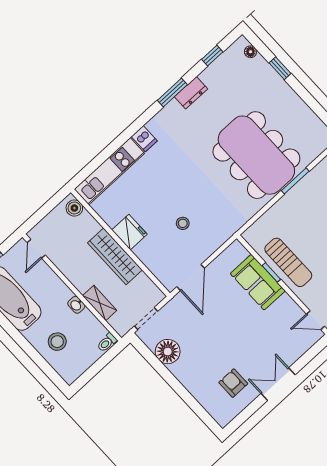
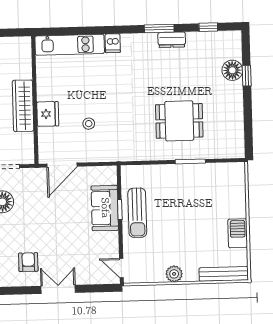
floor lamp: (251, 52) -> (232, 70), moved, width x1.89, depth x1.89
dining table: (256, 155) -> (179, 121), width x0.53, depth x0.80
boiler: (74, 208) -> (24, 49), removed
fridge: (129, 232) -> (48, 114), moved

